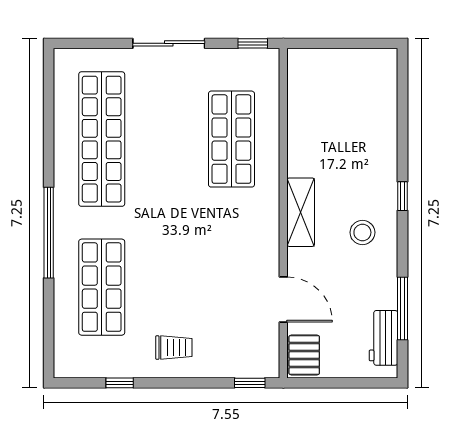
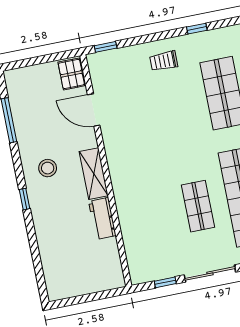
window: (253, 43) -> (165, 282), moved
shop shelf: (231, 139) -> (198, 206), moved, width x0.70, depth x0.74
workbench: (383, 338) -> (102, 218), moved, turned 180

